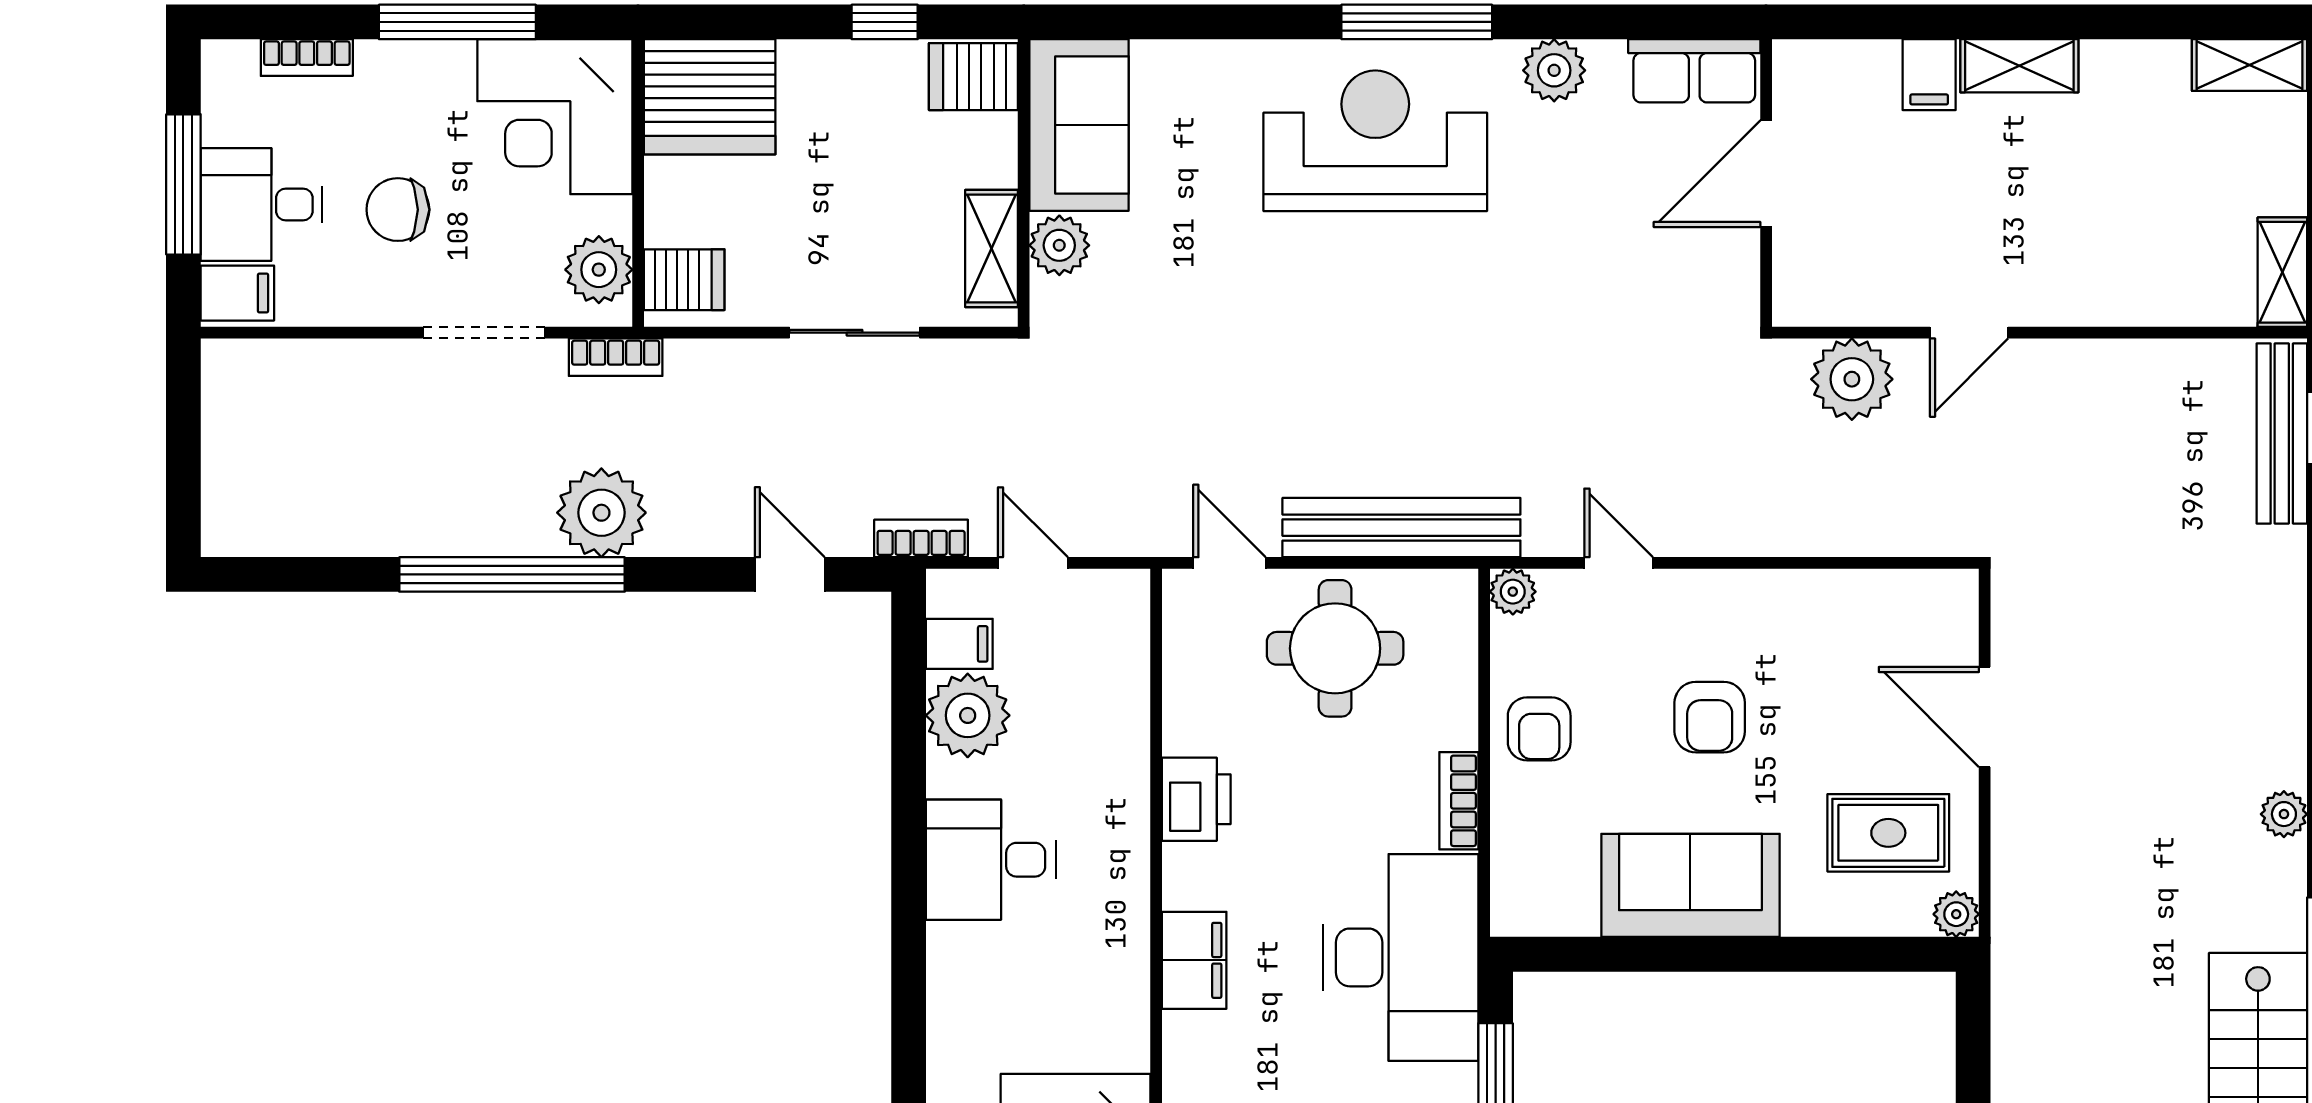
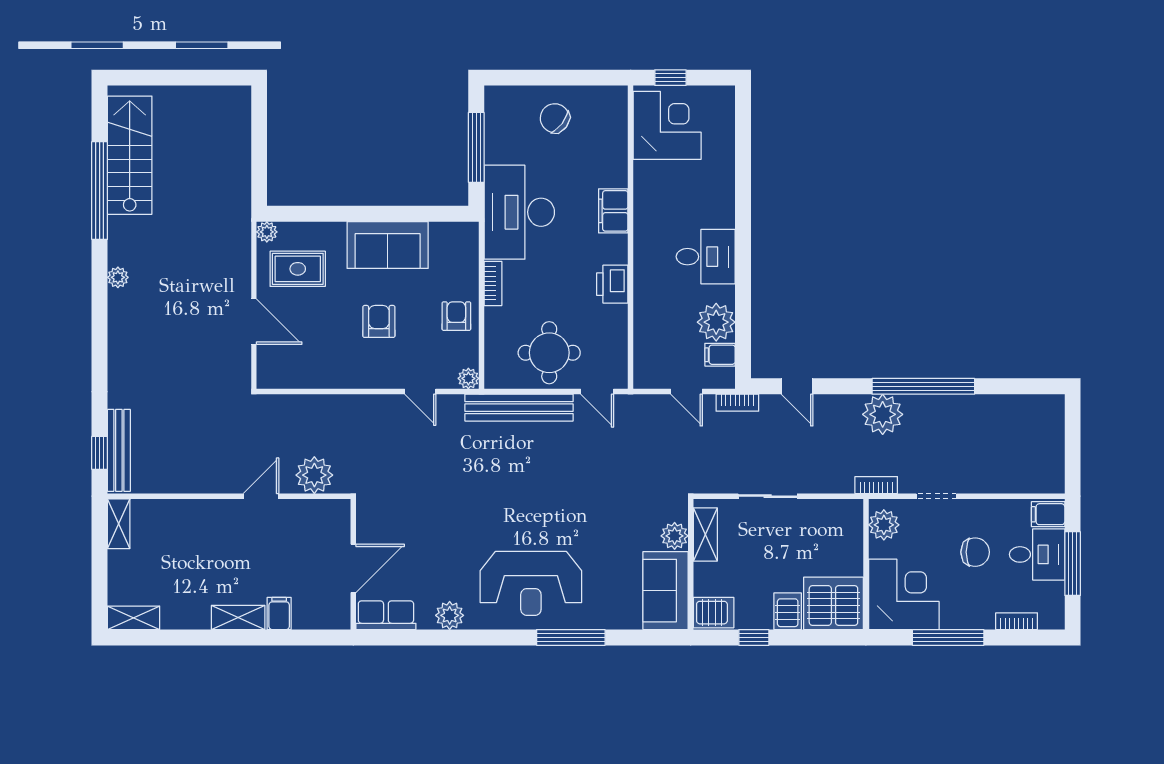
window: (1417, 22) -> (571, 637), moved
server rack: (684, 280) -> (788, 611), moved, turned 90
doorway: (484, 333) -> (936, 496), width x0.73

